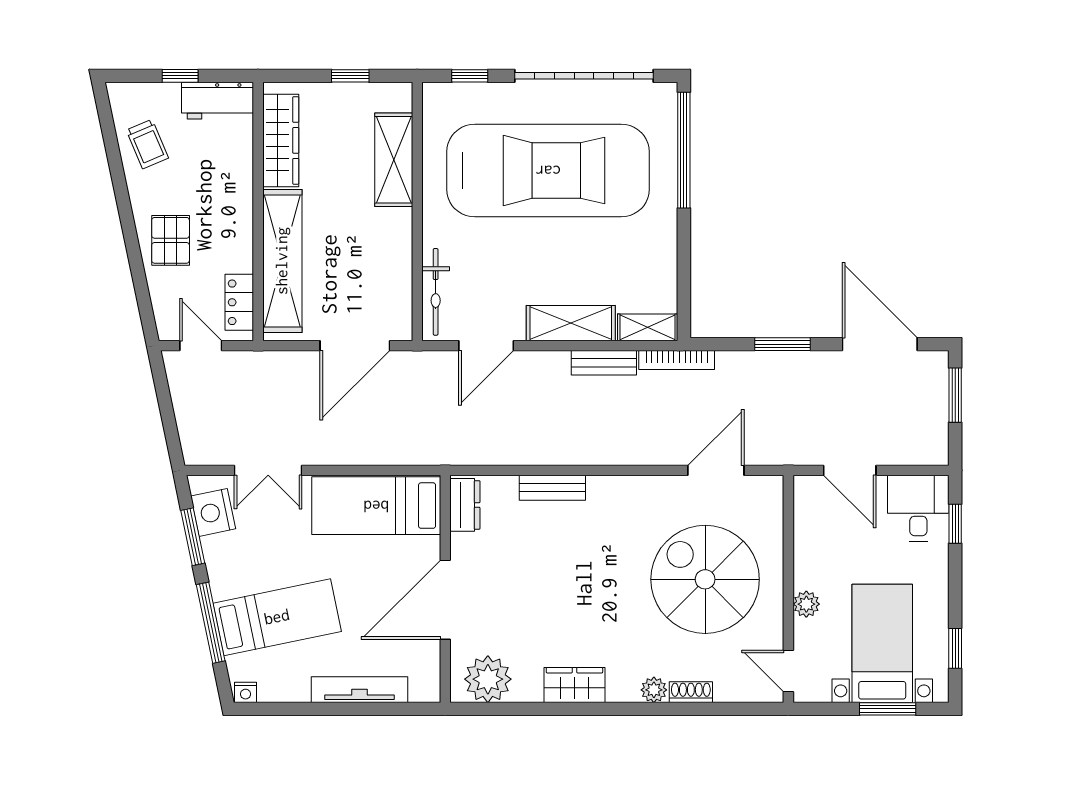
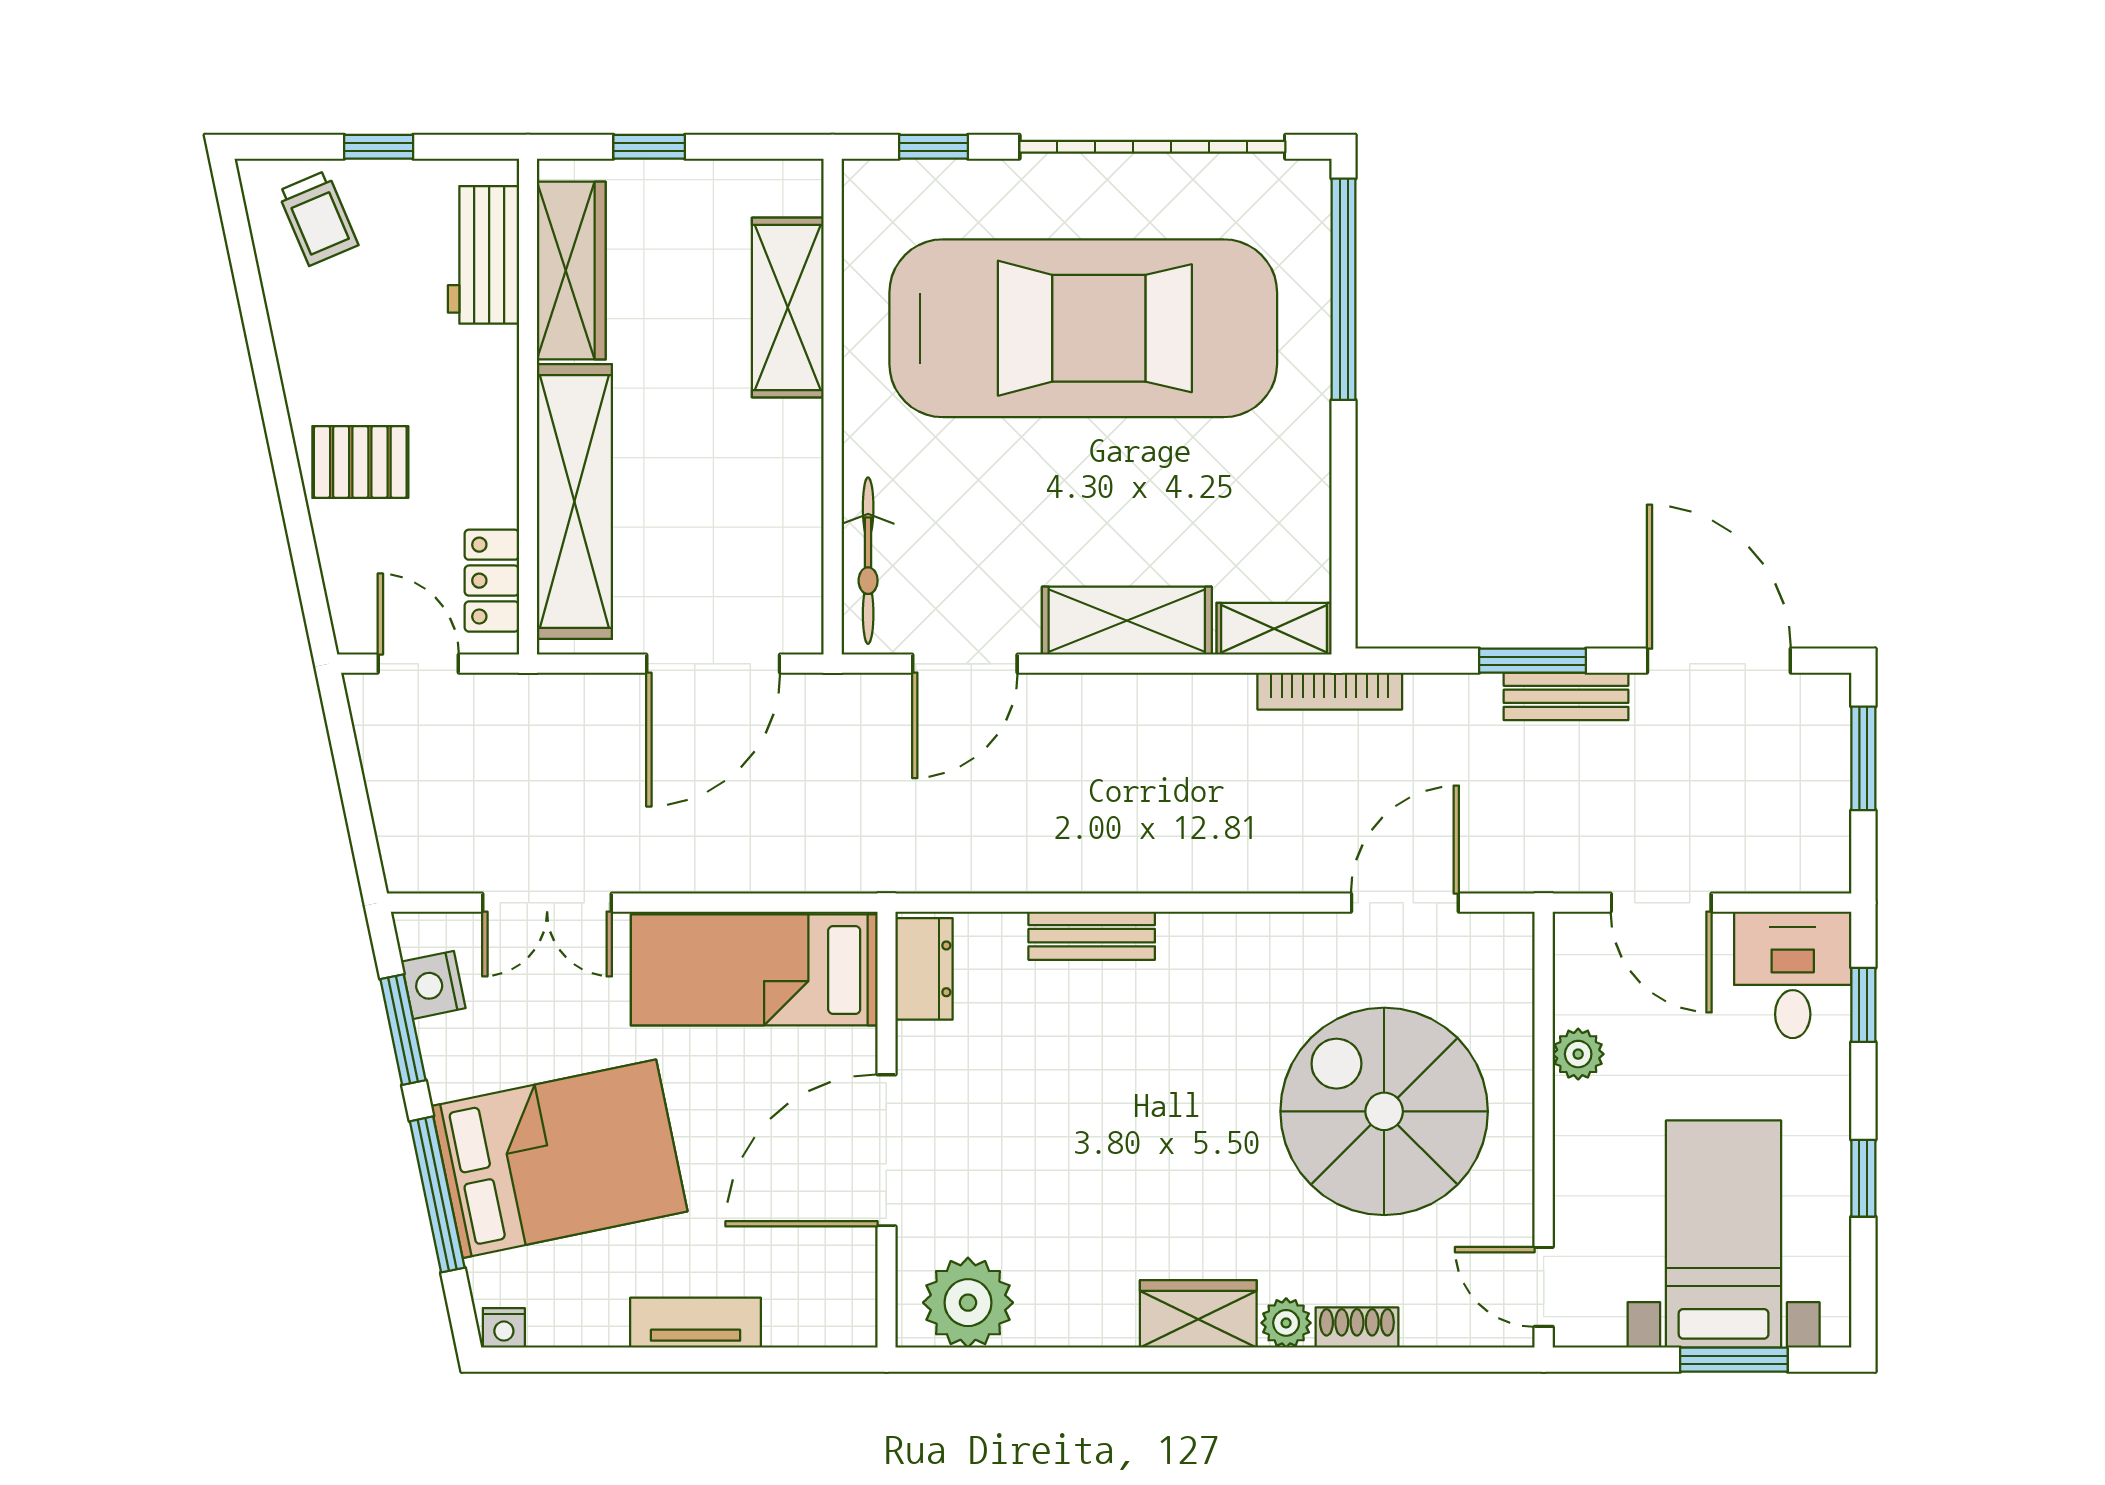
window: (350, 76) -> (649, 147), moved
workbench: (218, 101) -> (483, 255), moved, turned 90
trolley: (147, 144) -> (318, 218), moved
pallet: (171, 240) -> (360, 462), turned 90
bench: (604, 363) -> (1566, 696), moved
nightstand: (213, 512) -> (433, 985), width x0.74, depth x0.75
plant: (806, 604) -> (1578, 1054), moved
bed: (277, 617) -> (559, 1159), width x1.50
window: (955, 648) -> (1863, 1178), moved
wardrobe: (574, 685) -> (1198, 1314), moved
tv unit: (360, 690) -> (695, 1323), width x0.71

